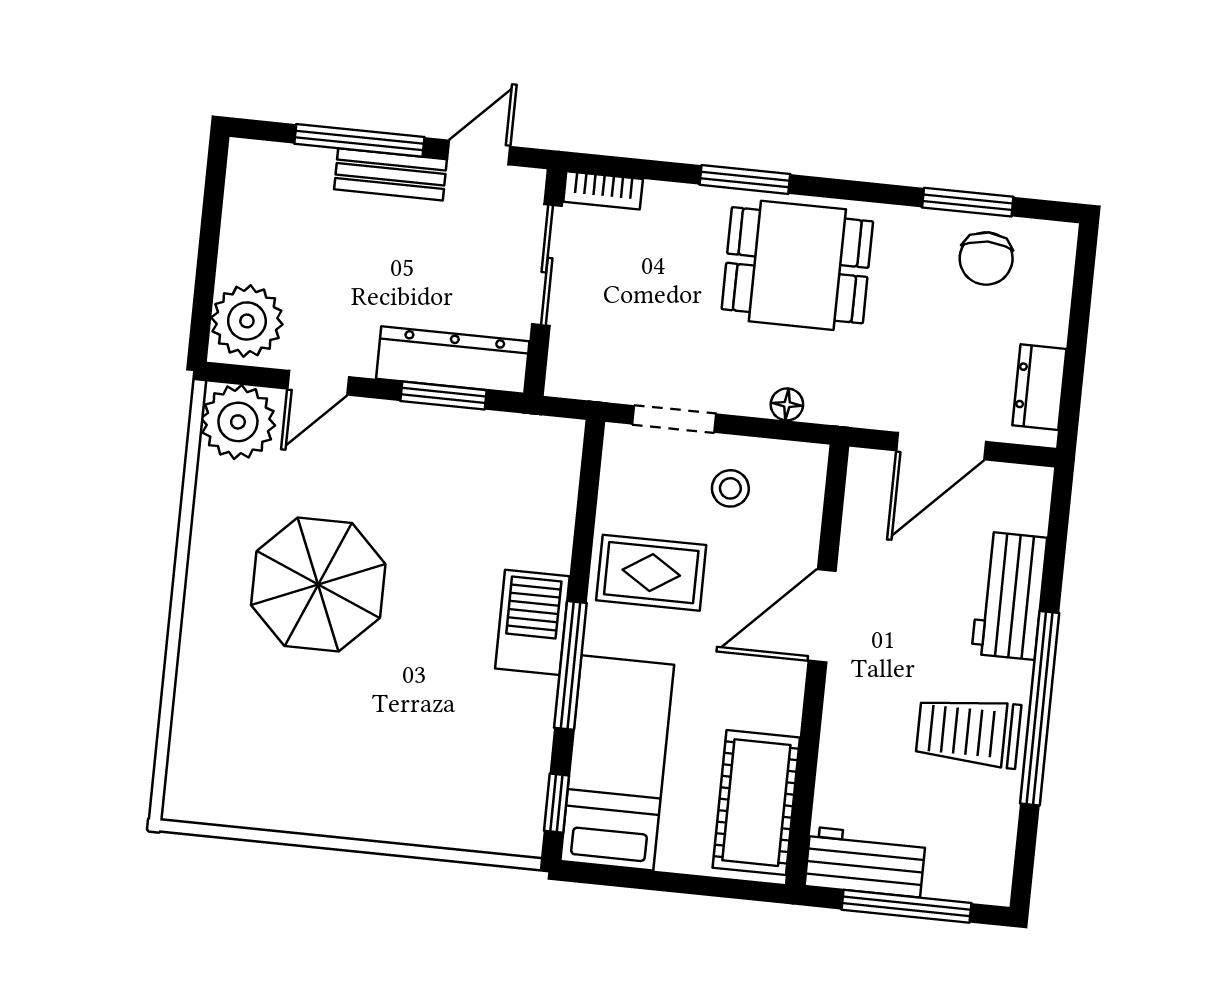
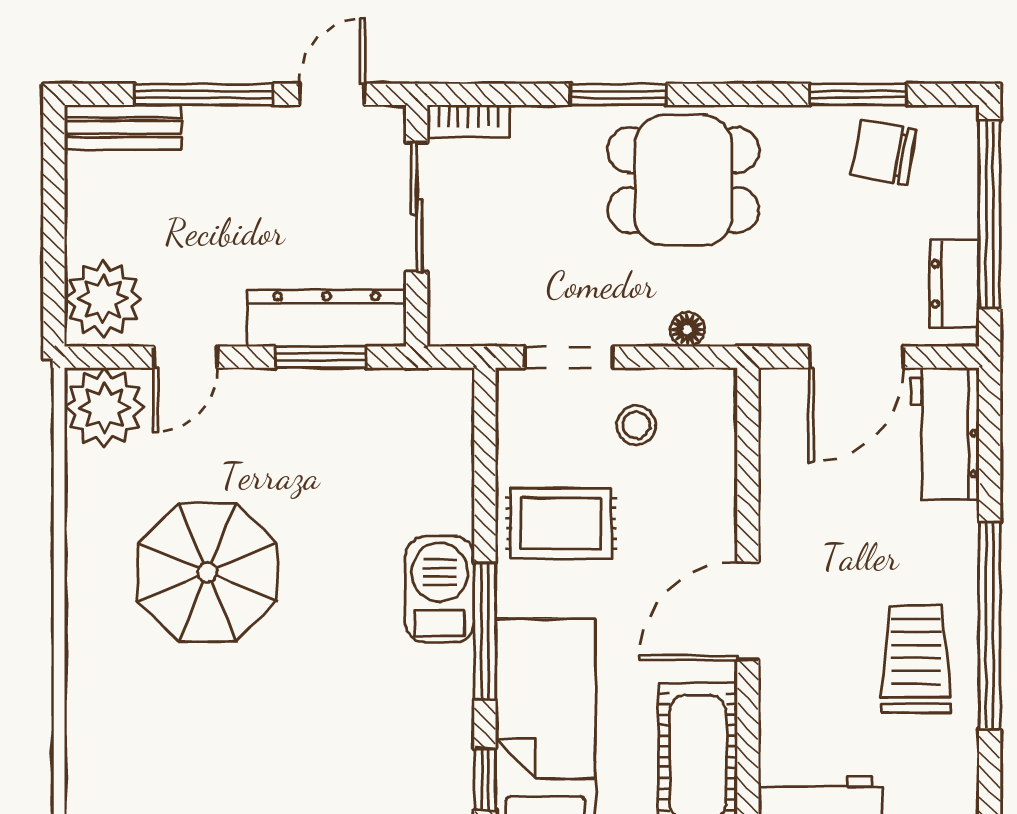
bench: (391, 174) -> (123, 127), moved
chair: (986, 258) -> (884, 152), turned 100
window: (1078, 326) -> (990, 215), added
workbench: (1009, 596) -> (945, 434), moved
door: (822, 616) -> (748, 611), moved
trolley: (968, 732) -> (916, 659), turned 90

